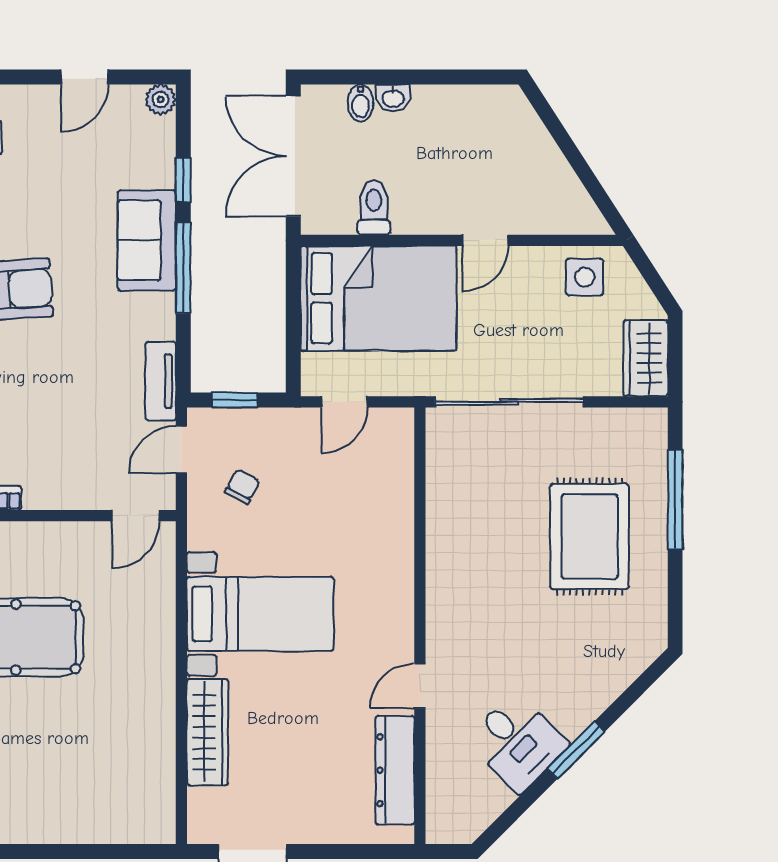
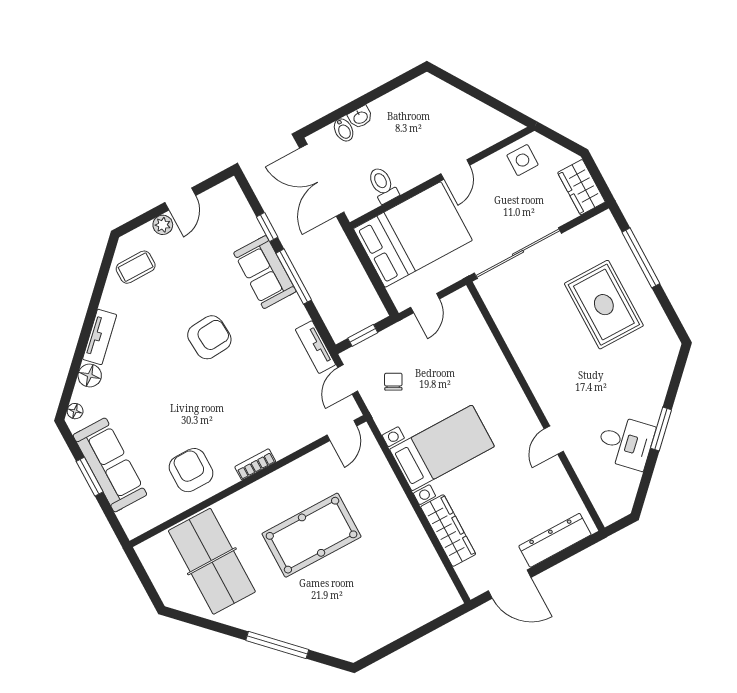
plant: (161, 100) -> (163, 225), moved
dresser: (395, 770) -> (555, 540), moved, turned 90

